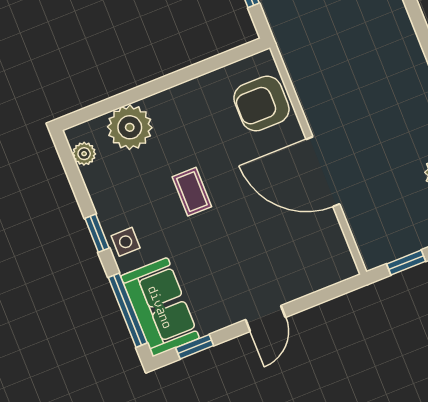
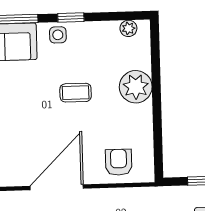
armchair: (261, 104) -> (119, 162), width x0.72, depth x0.72
plant: (130, 127) -> (136, 87), moved

